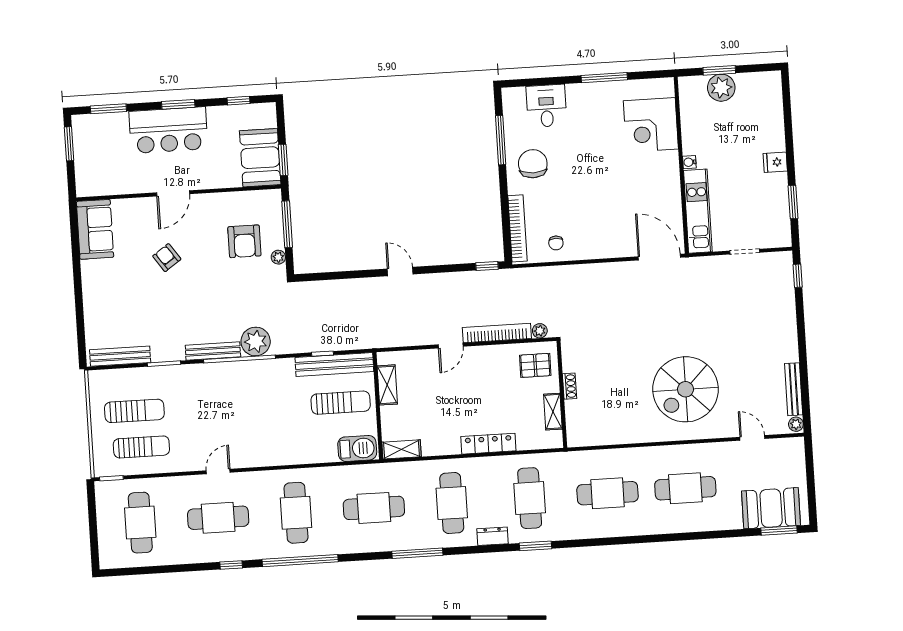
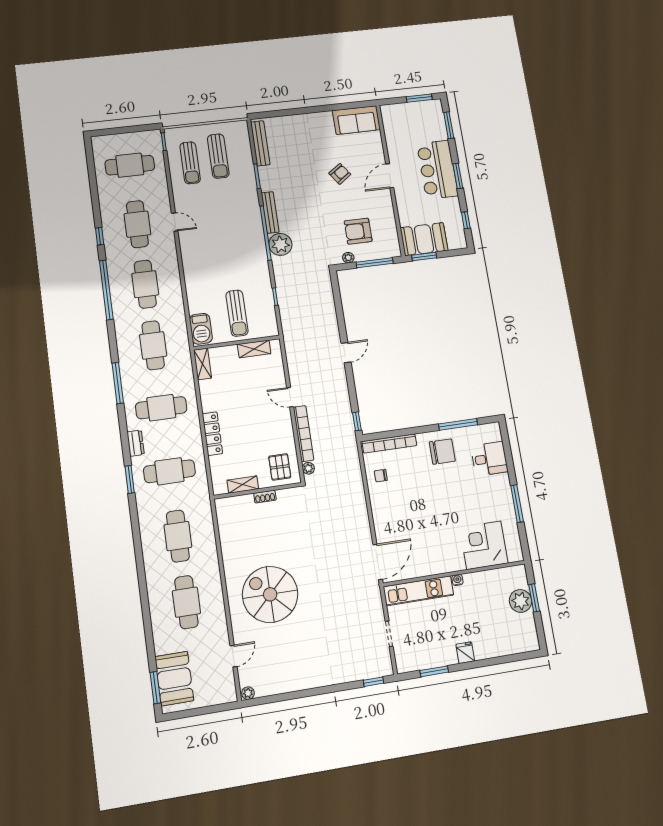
door: (173, 193) -> (390, 176), hinge flipped
bench: (334, 364) -> (267, 306), removed
bench: (794, 389) -> (278, 688), removed
cafe table: (296, 513) -> (145, 284), turned 90

